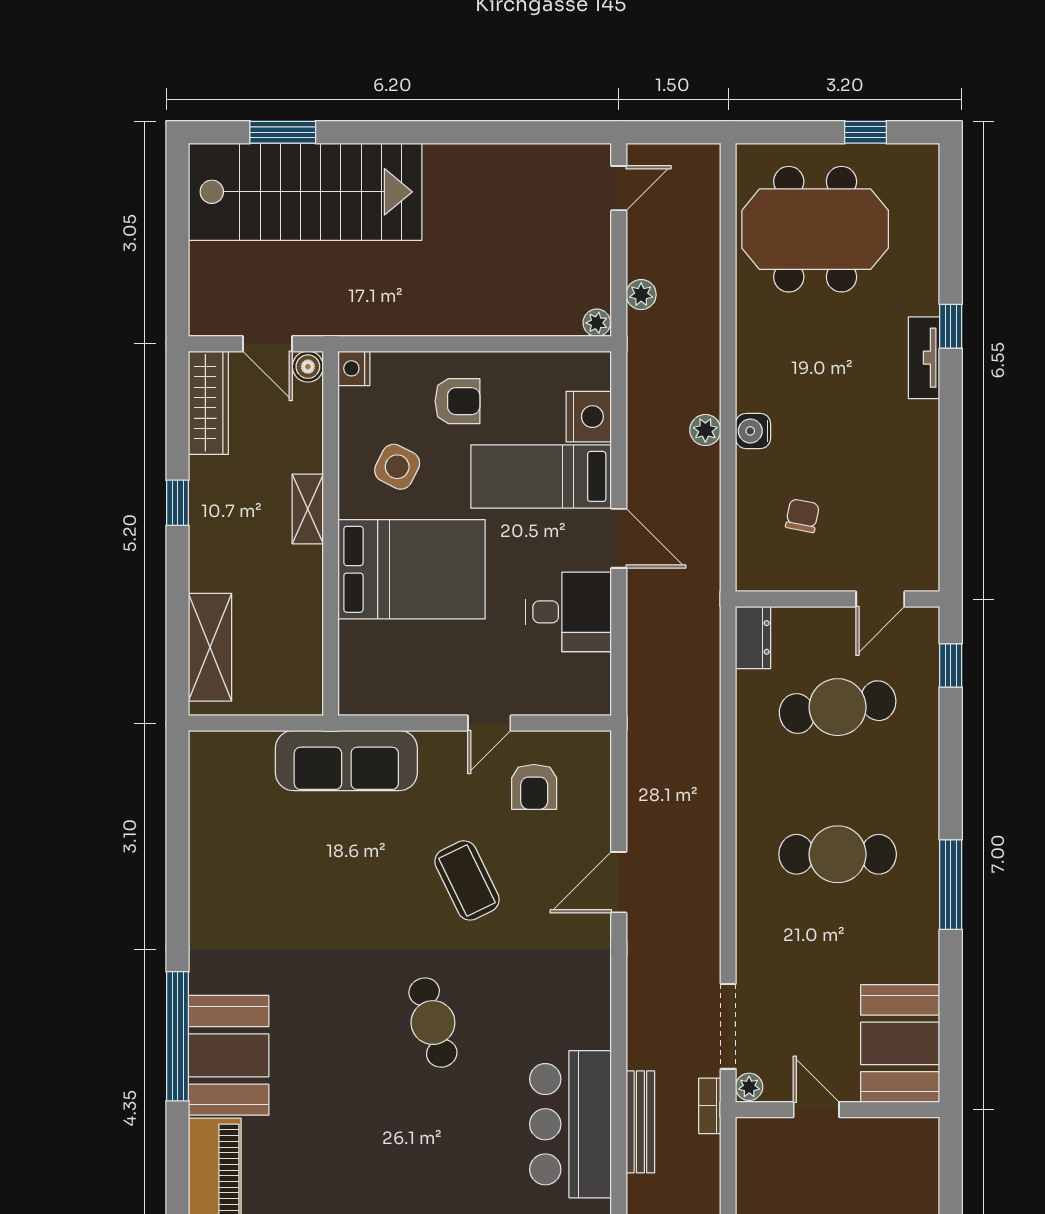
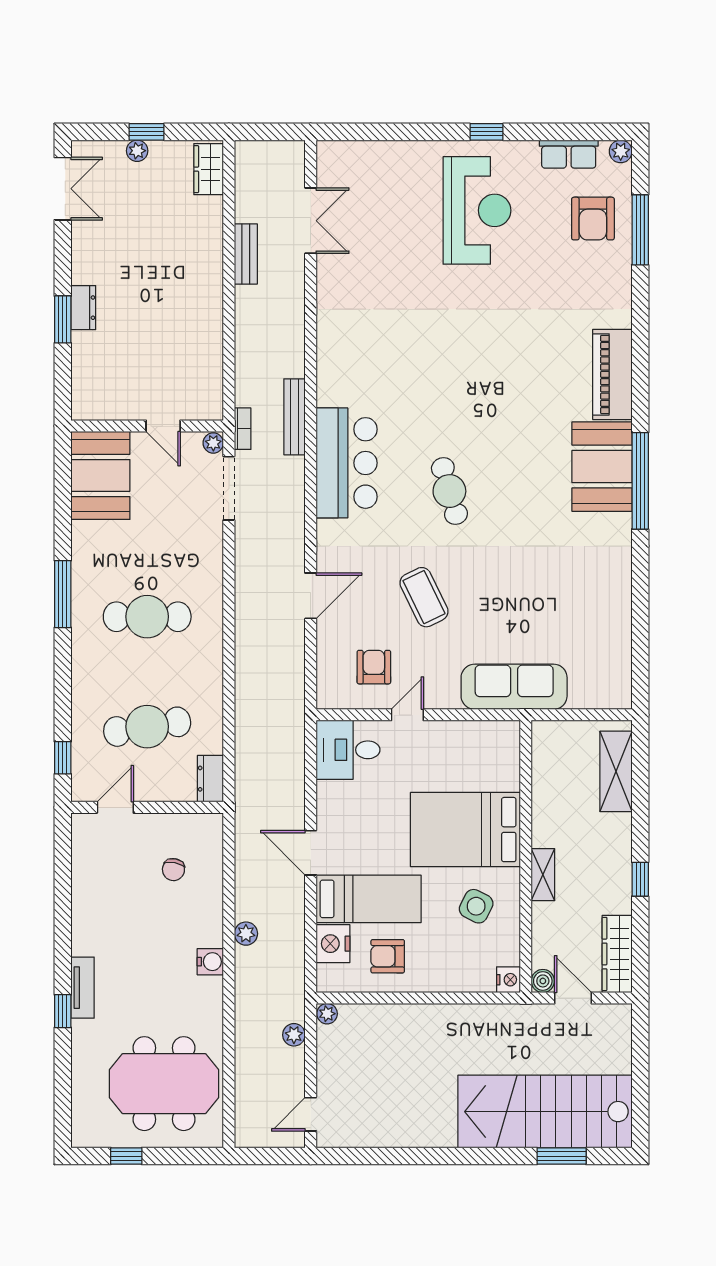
armchair: (457, 401) -> (388, 956), moved
water cooler: (753, 431) -> (210, 962), moved
desk: (569, 612) -> (348, 750), moved
bar counter: (571, 1124) -> (347, 463), moved

